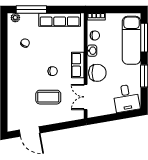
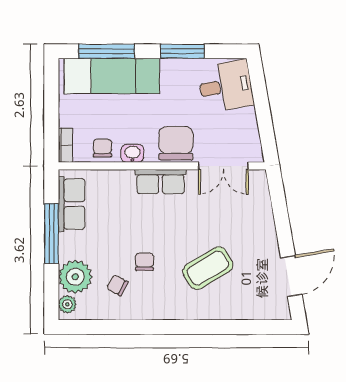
window: (31, 9) -> (51, 234), moved
row of seats: (60, 20) -> (72, 204), width x0.68
plant: (29, 22) -> (75, 277), added
chair: (53, 71) -> (145, 262), moved
coffee table: (48, 97) -> (208, 268), moved, turned 59

